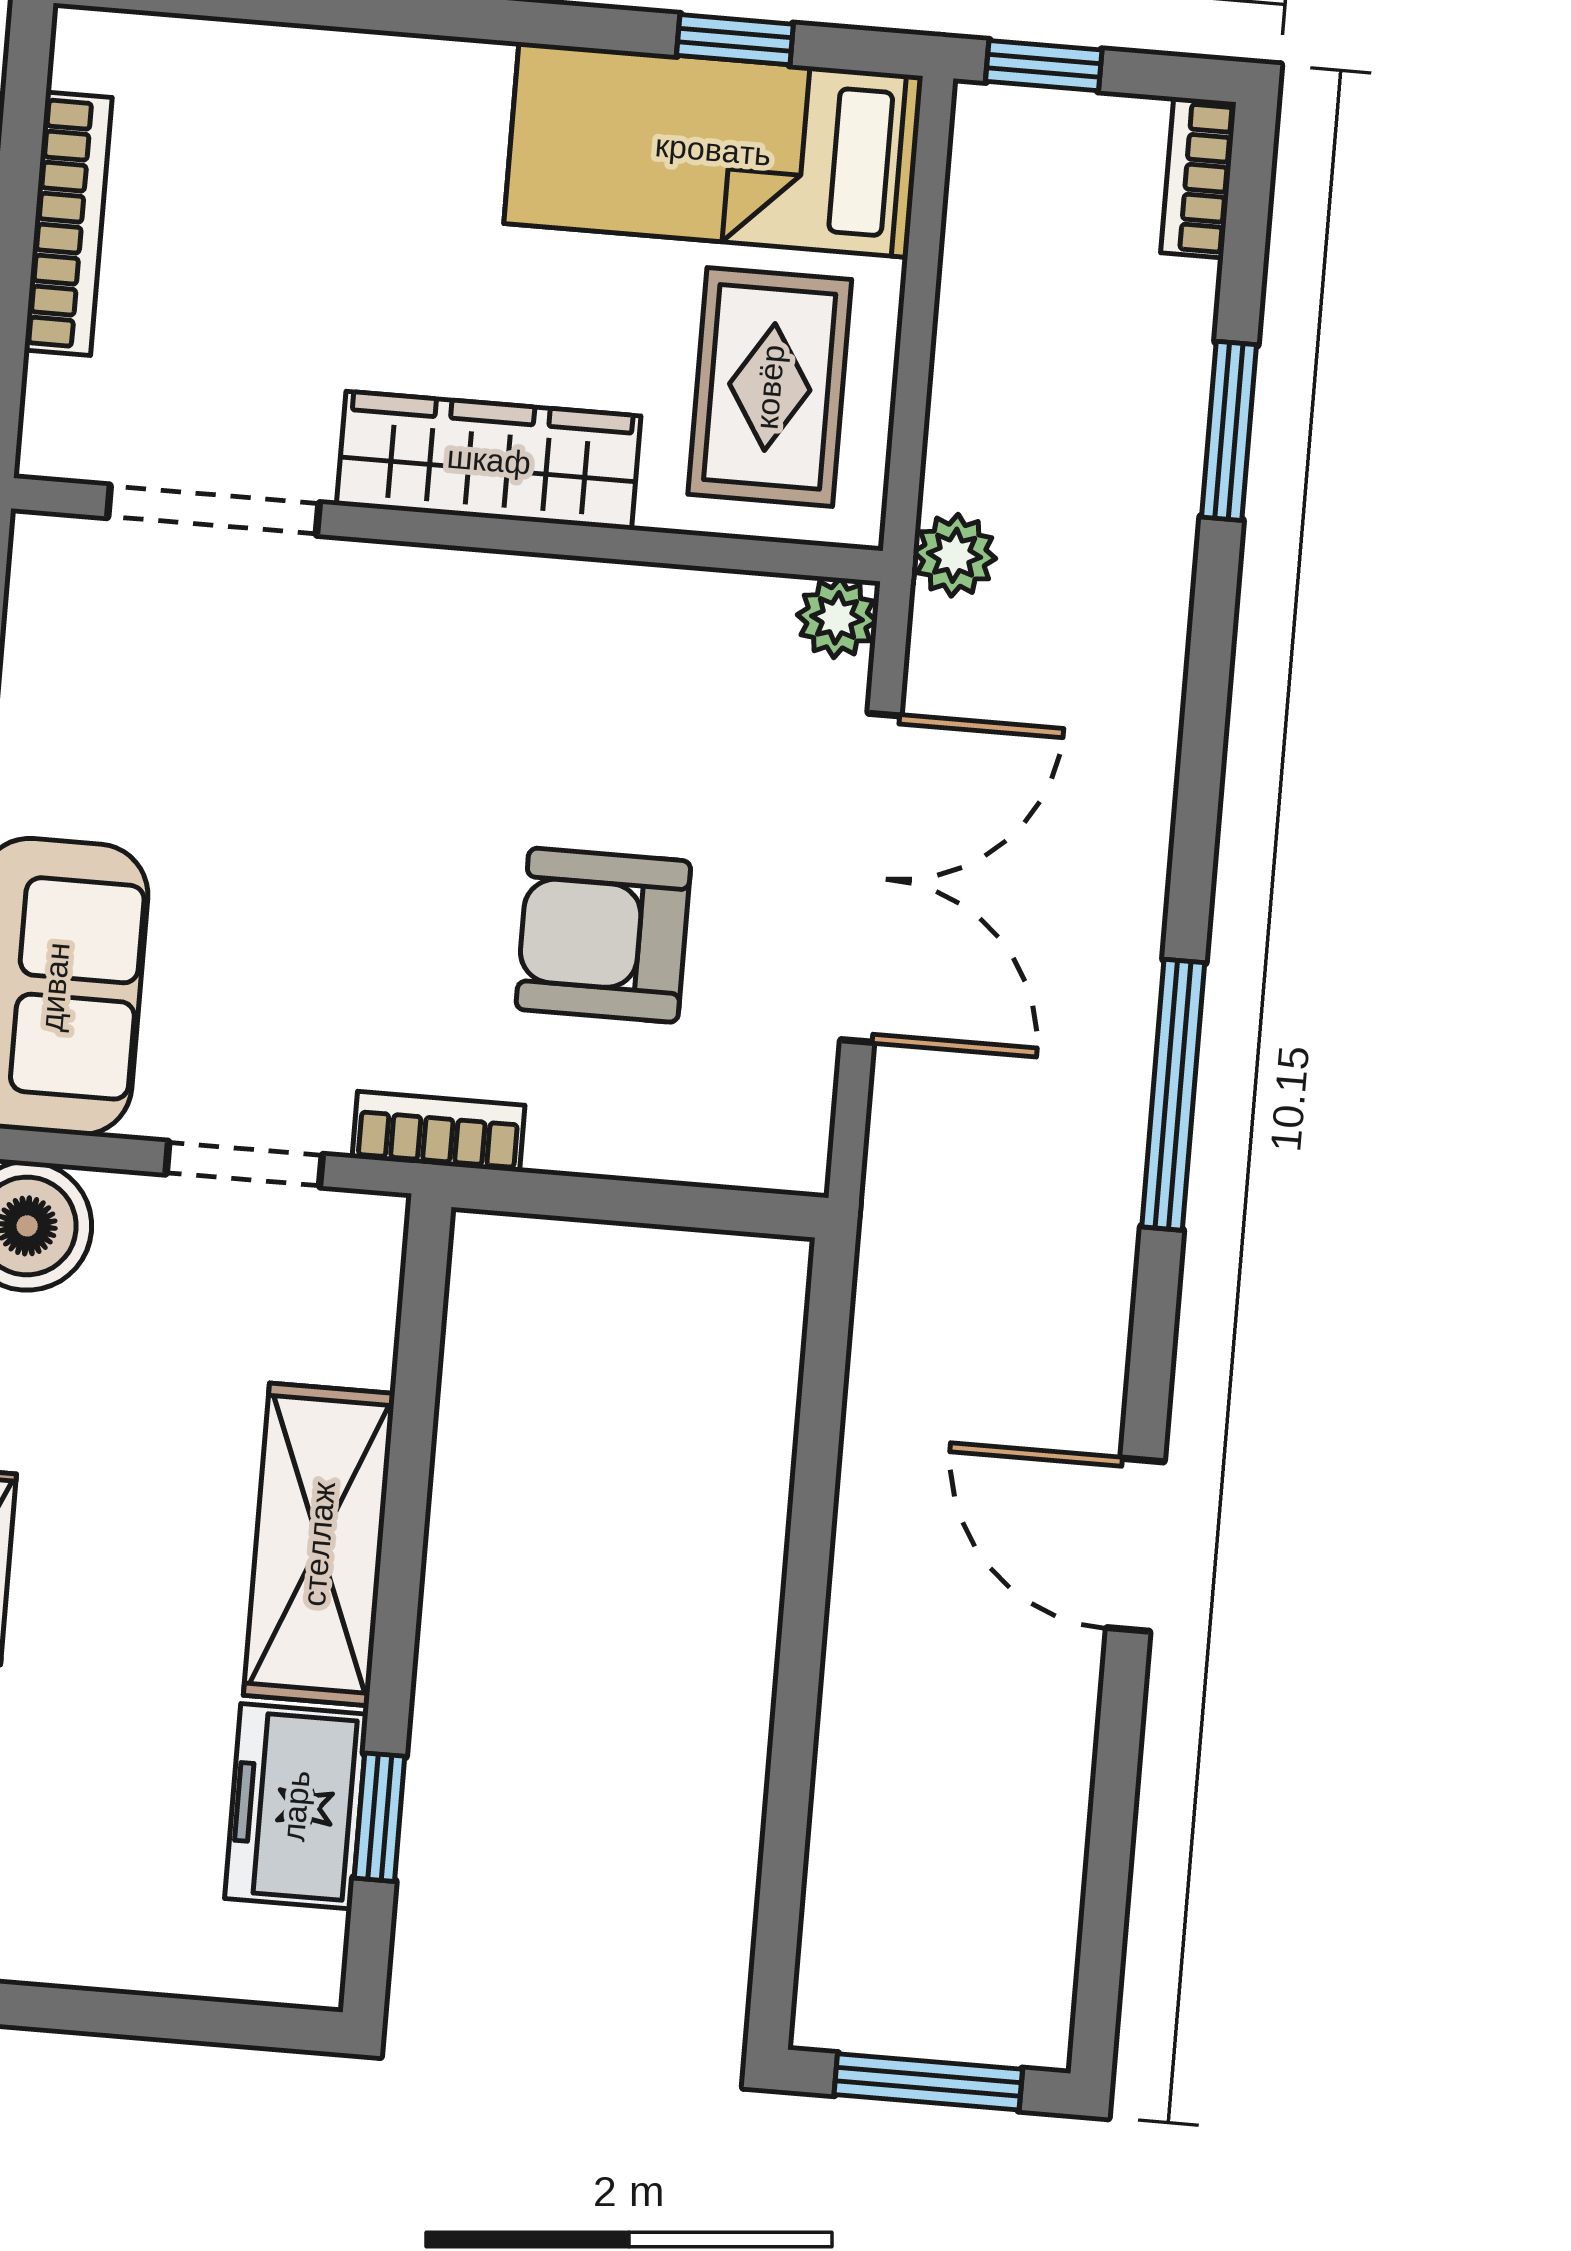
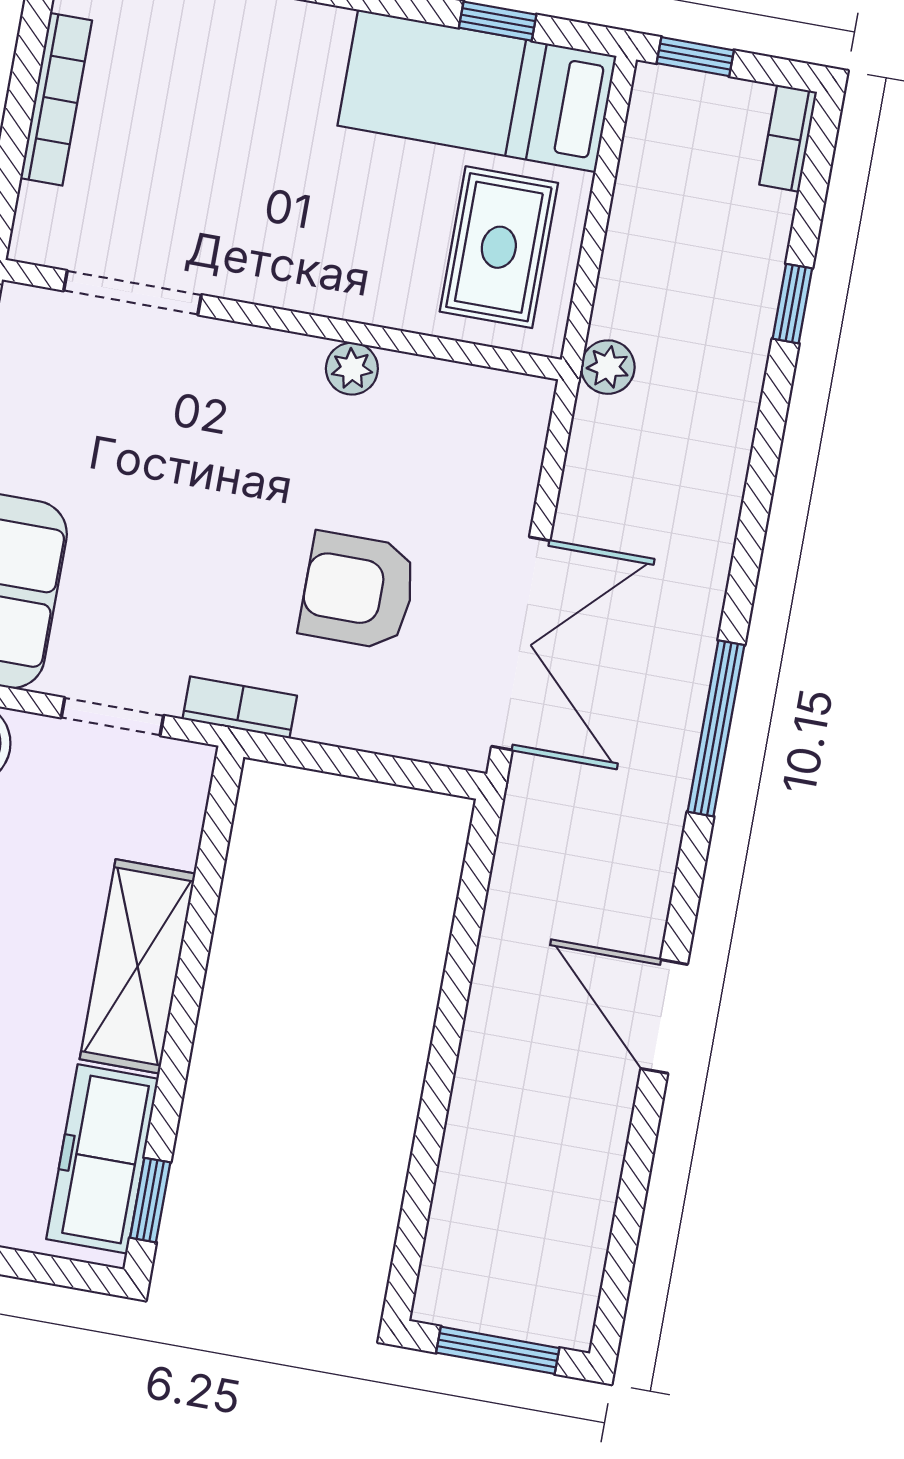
window: (1229, 431) -> (792, 304), width x0.67
wardrobe: (489, 460) -> (313, 278), removed
plant: (837, 618) -> (352, 369), moved
double door: (871, 878) -> (521, 643), moved
freezer: (296, 1806) -> (102, 1159), width x1.40
window: (380, 1817) -> (150, 1200), moved

